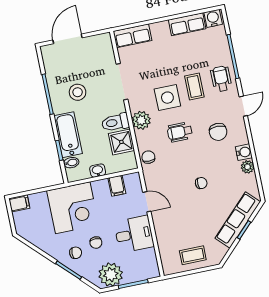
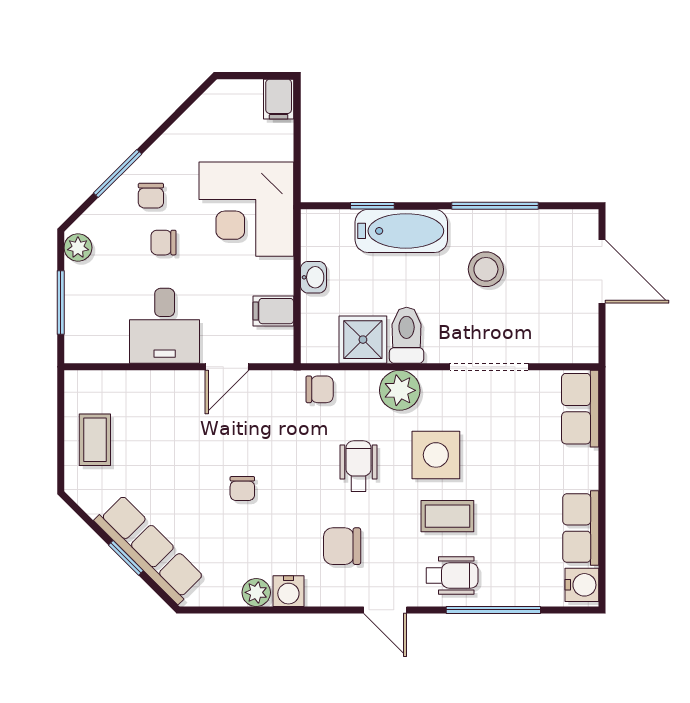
bidet: (71, 163) -> (341, 226), removed
plant: (111, 275) -> (78, 248), width x0.53, depth x0.53

